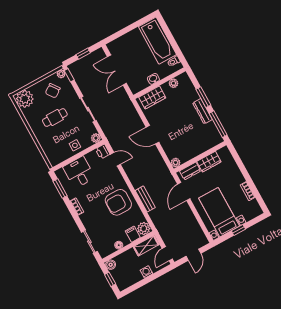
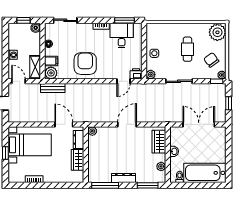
window: (203, 97) -> (148, 185), moved
desk: (79, 172) -> (122, 36), moved, turned -90
bench: (145, 199) -> (53, 88), moved

